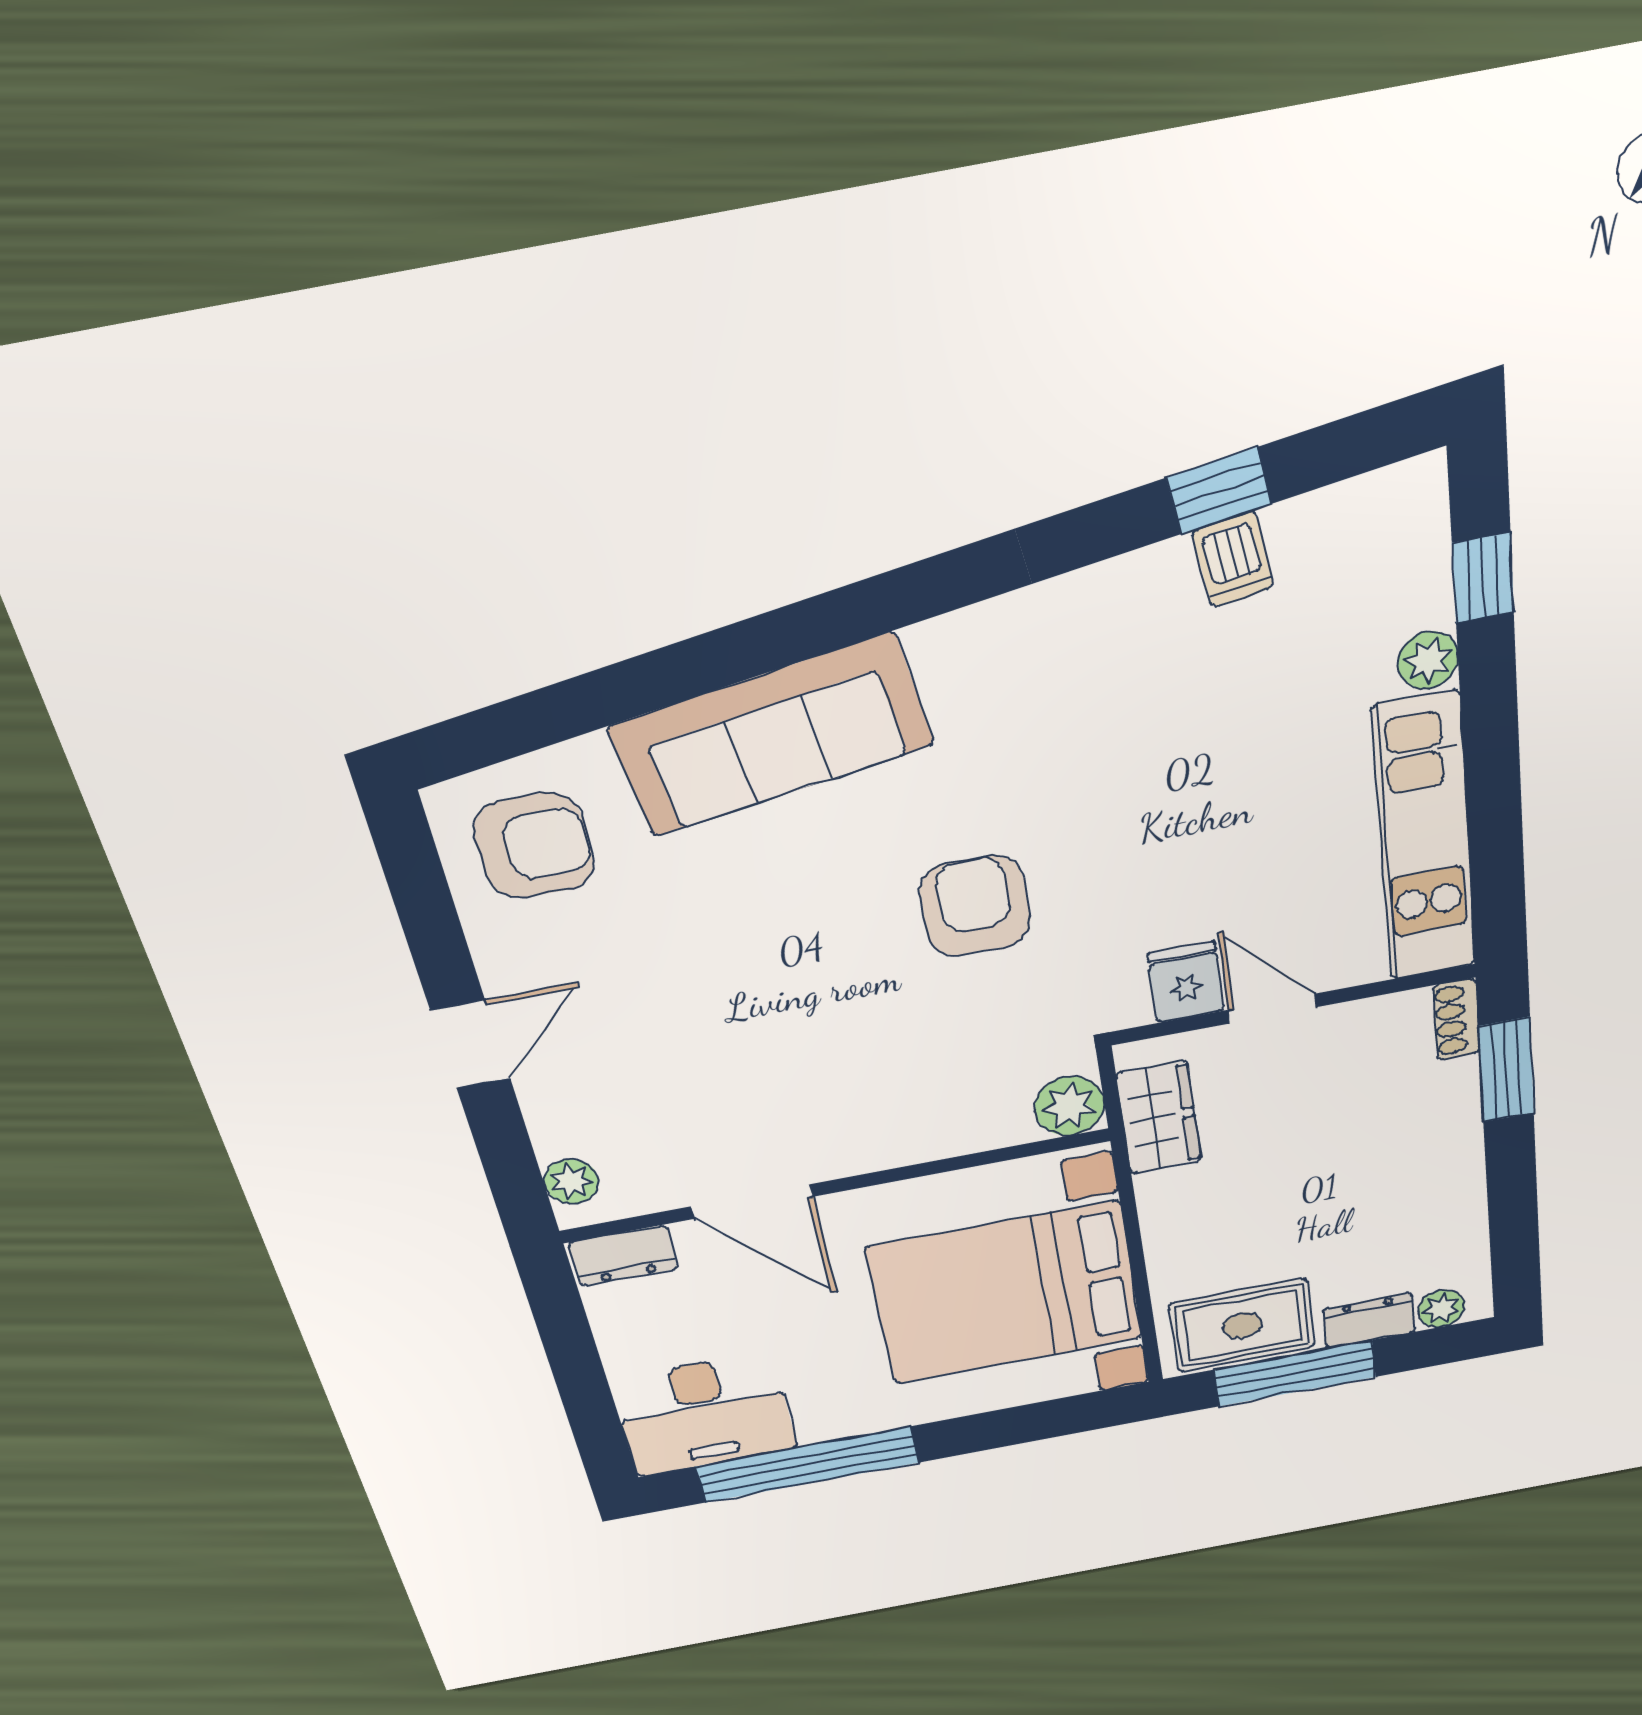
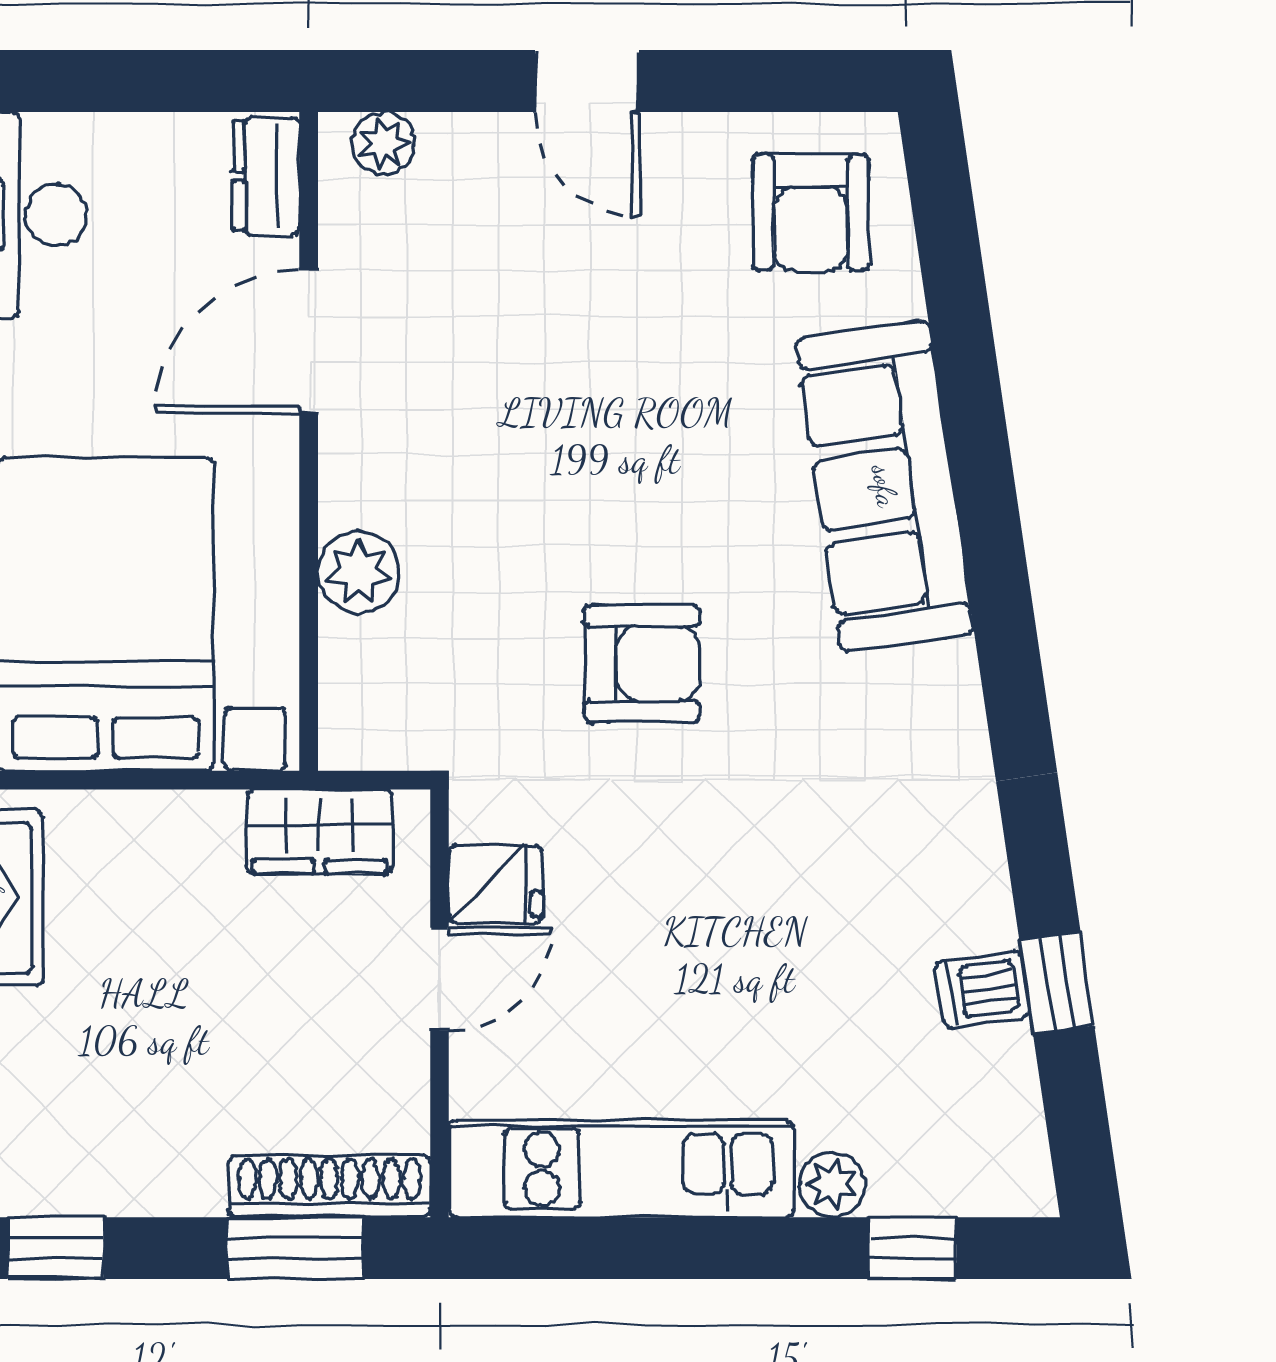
shoe rack: (1456, 1019) -> (330, 1186), width x1.94, depth x1.24
plant: (1069, 1106) -> (359, 572), moved
window: (1514, 1231) -> (56, 1248), added

